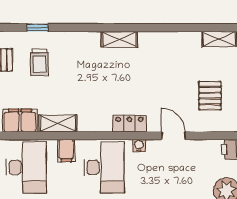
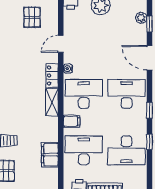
pallet: (210, 96) -> (32, 17), turned 90
shelving: (58, 123) -> (52, 102), moved

